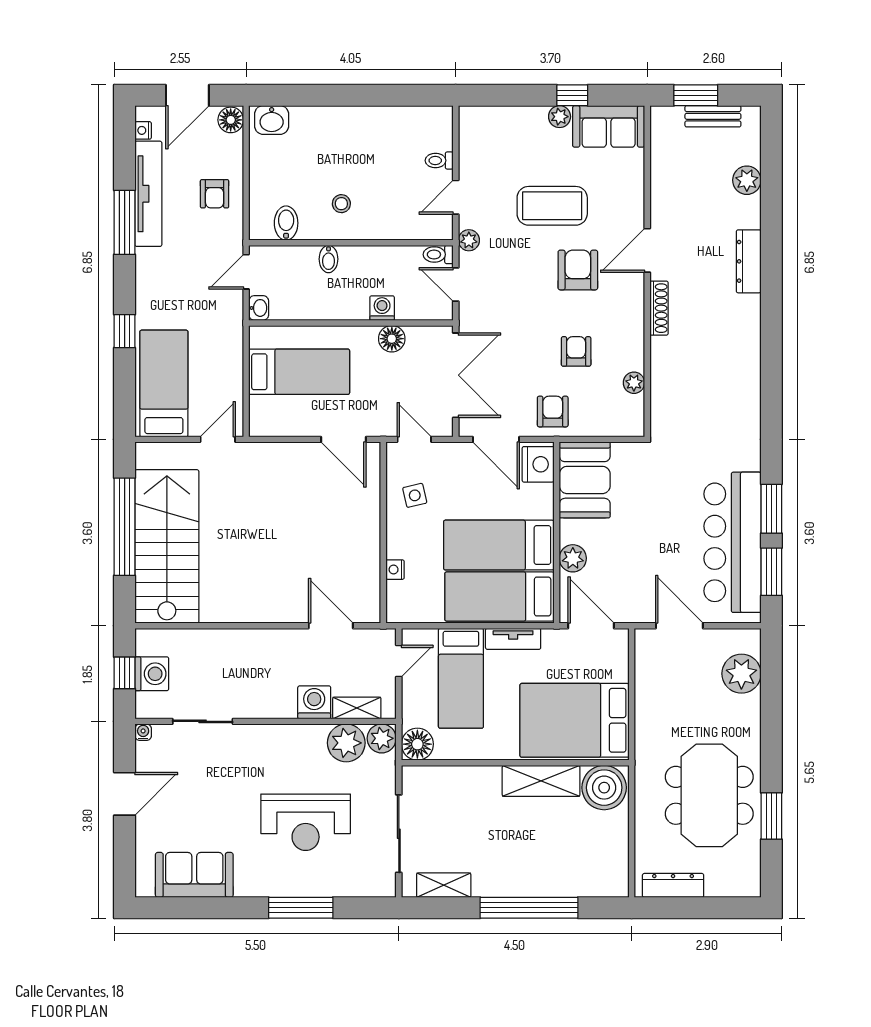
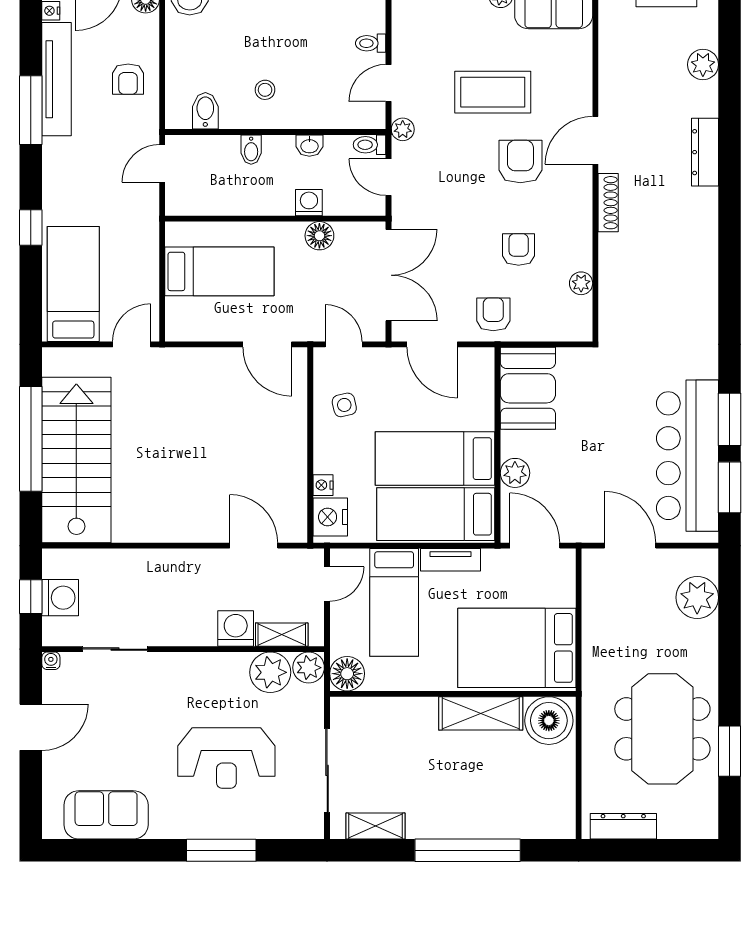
washbasin: (259, 308) -> (309, 146), moved, turned 90
nightstand: (538, 464) -> (330, 517), moved, turned 180

